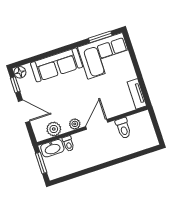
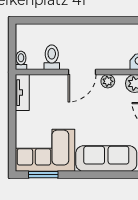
toilet: (68, 144) -> (21, 60), moved

